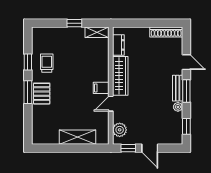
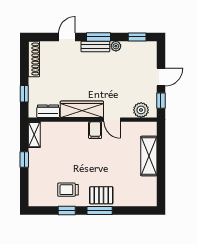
window: (134, 23) -> (24, 94), added

